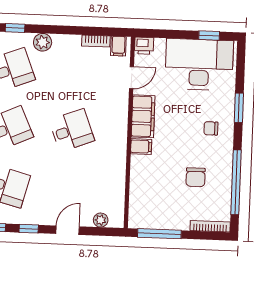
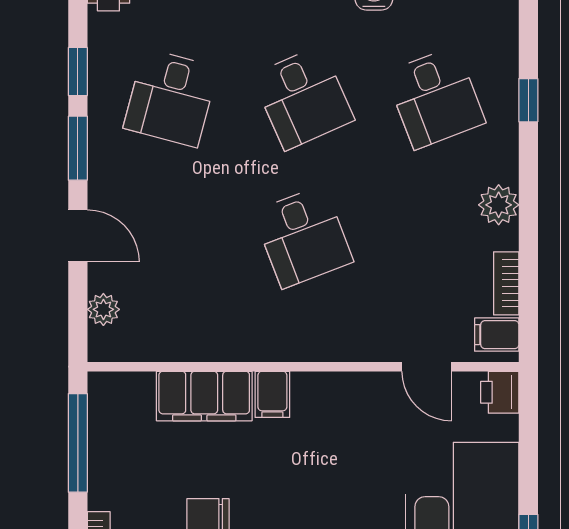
plant: (43, 42) -> (499, 205), moved
filing cabinet: (143, 116) -> (204, 396), moved
window: (29, 229) -> (78, 148), width x1.50

